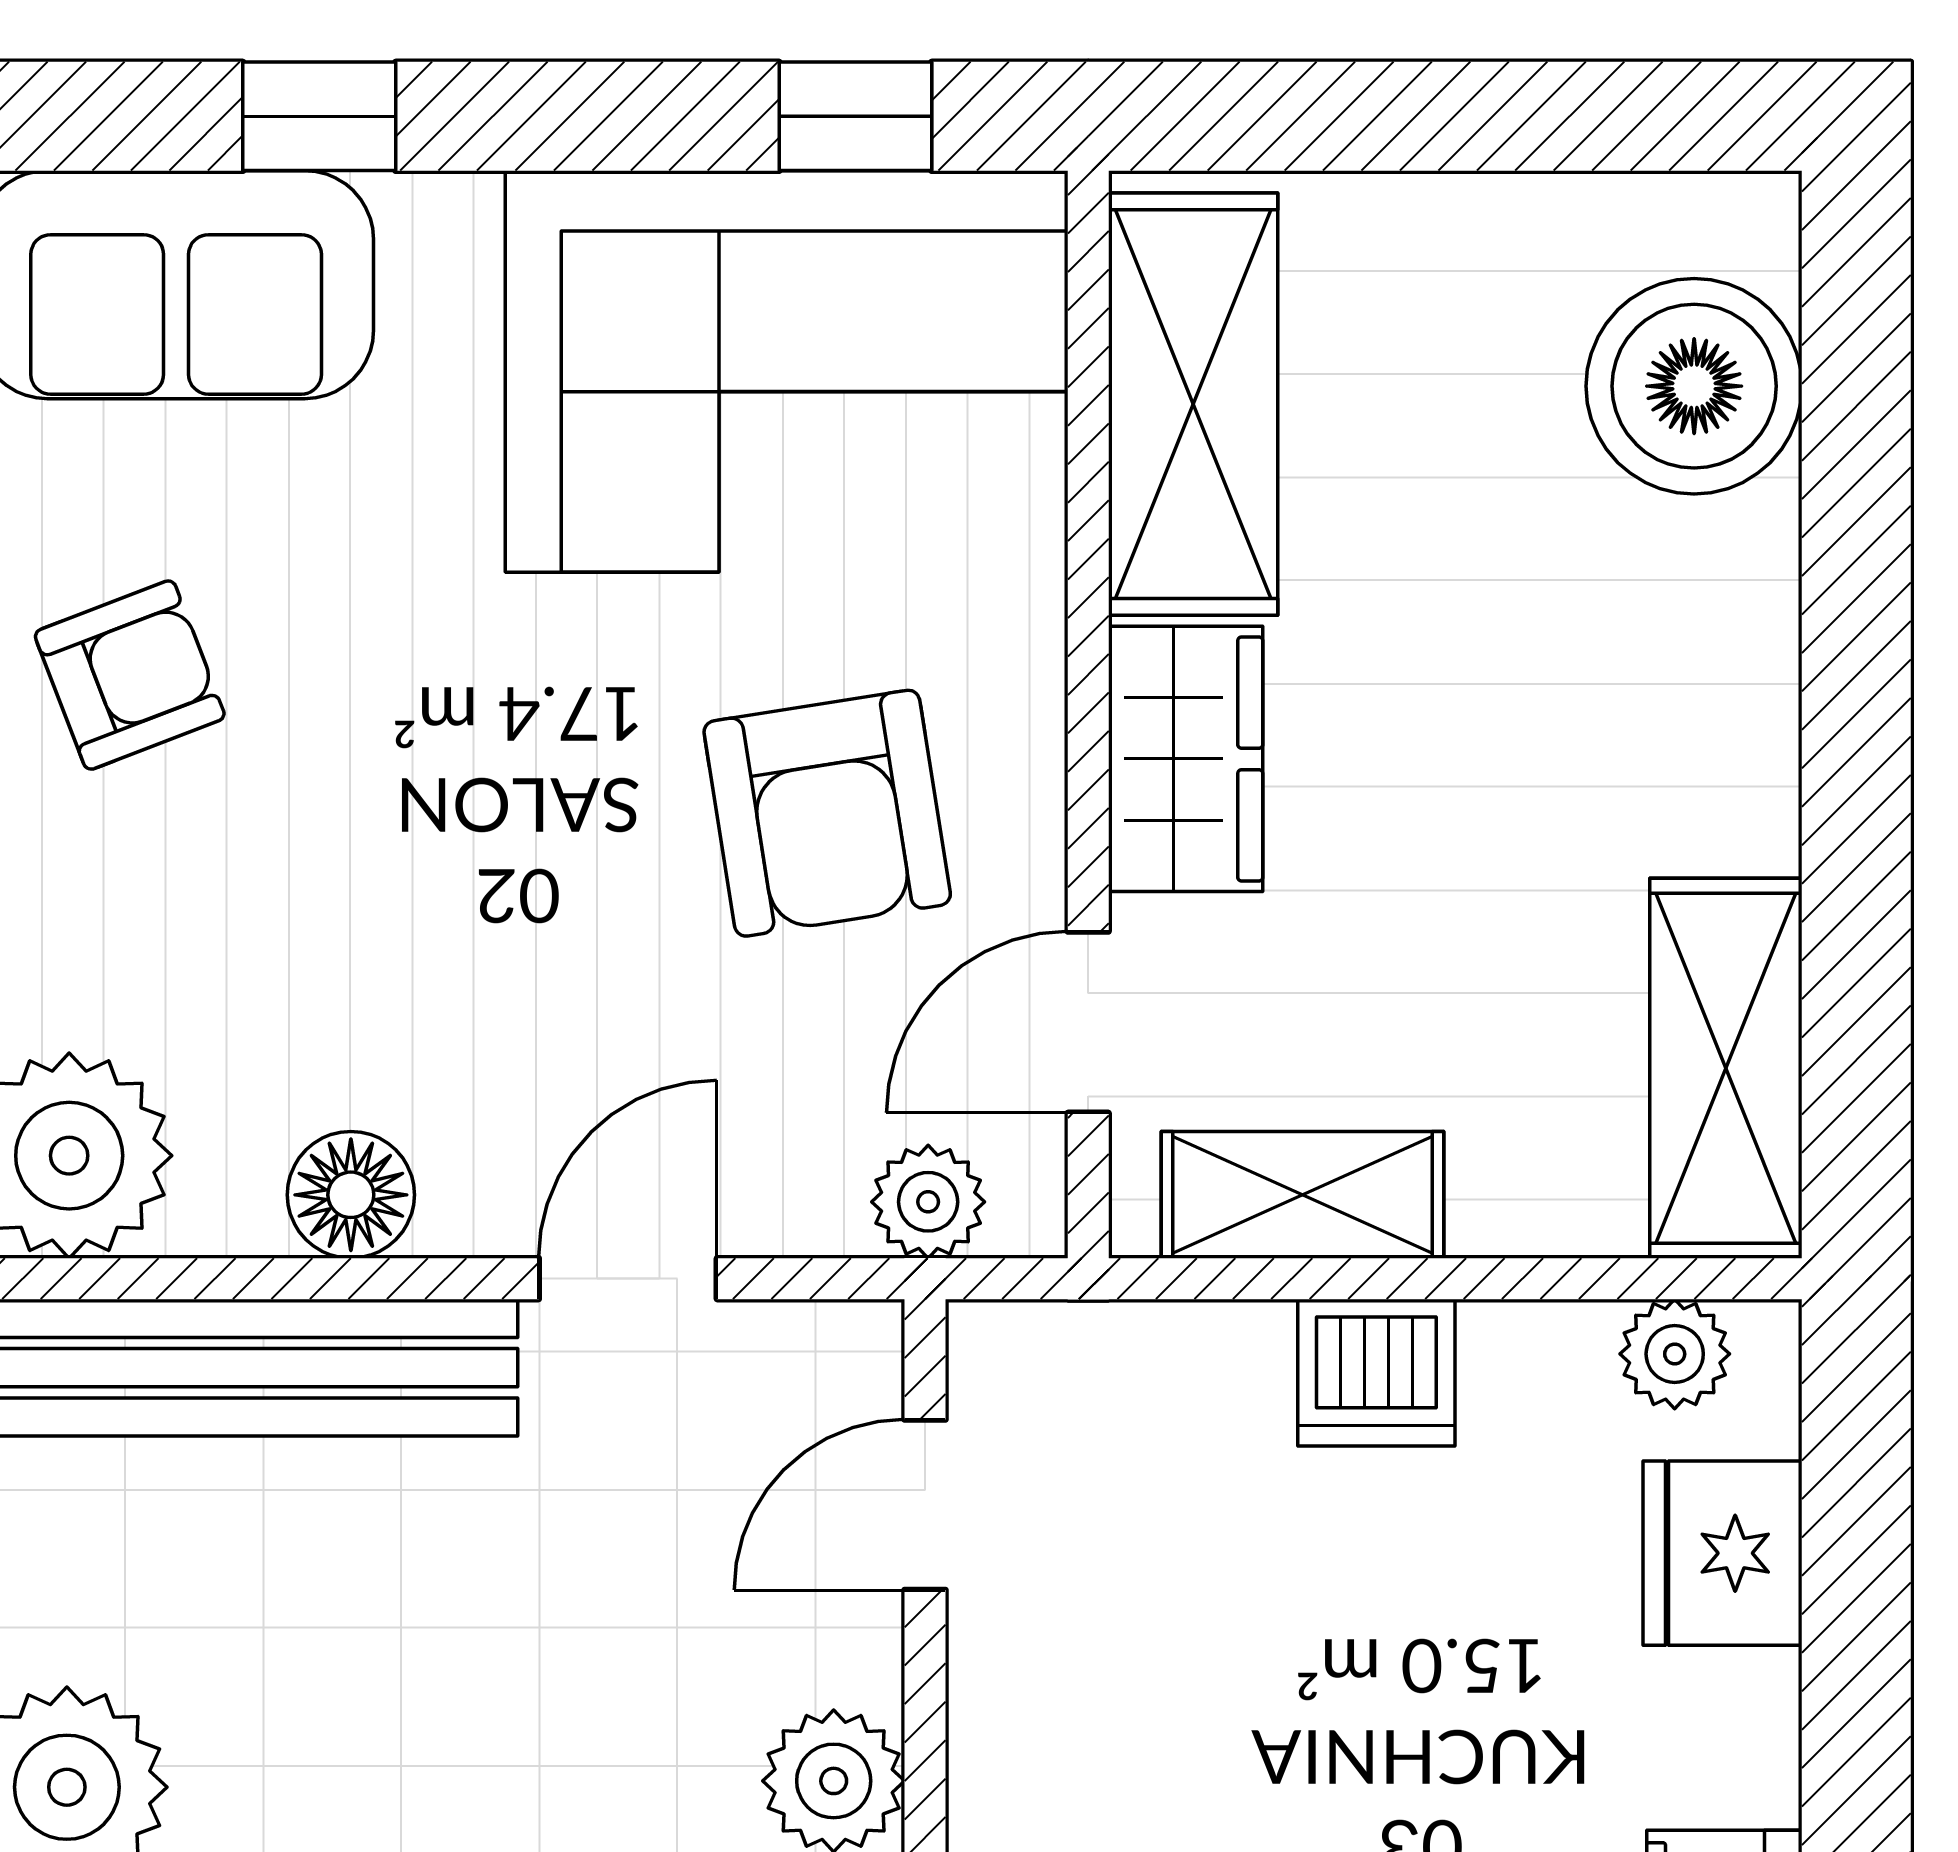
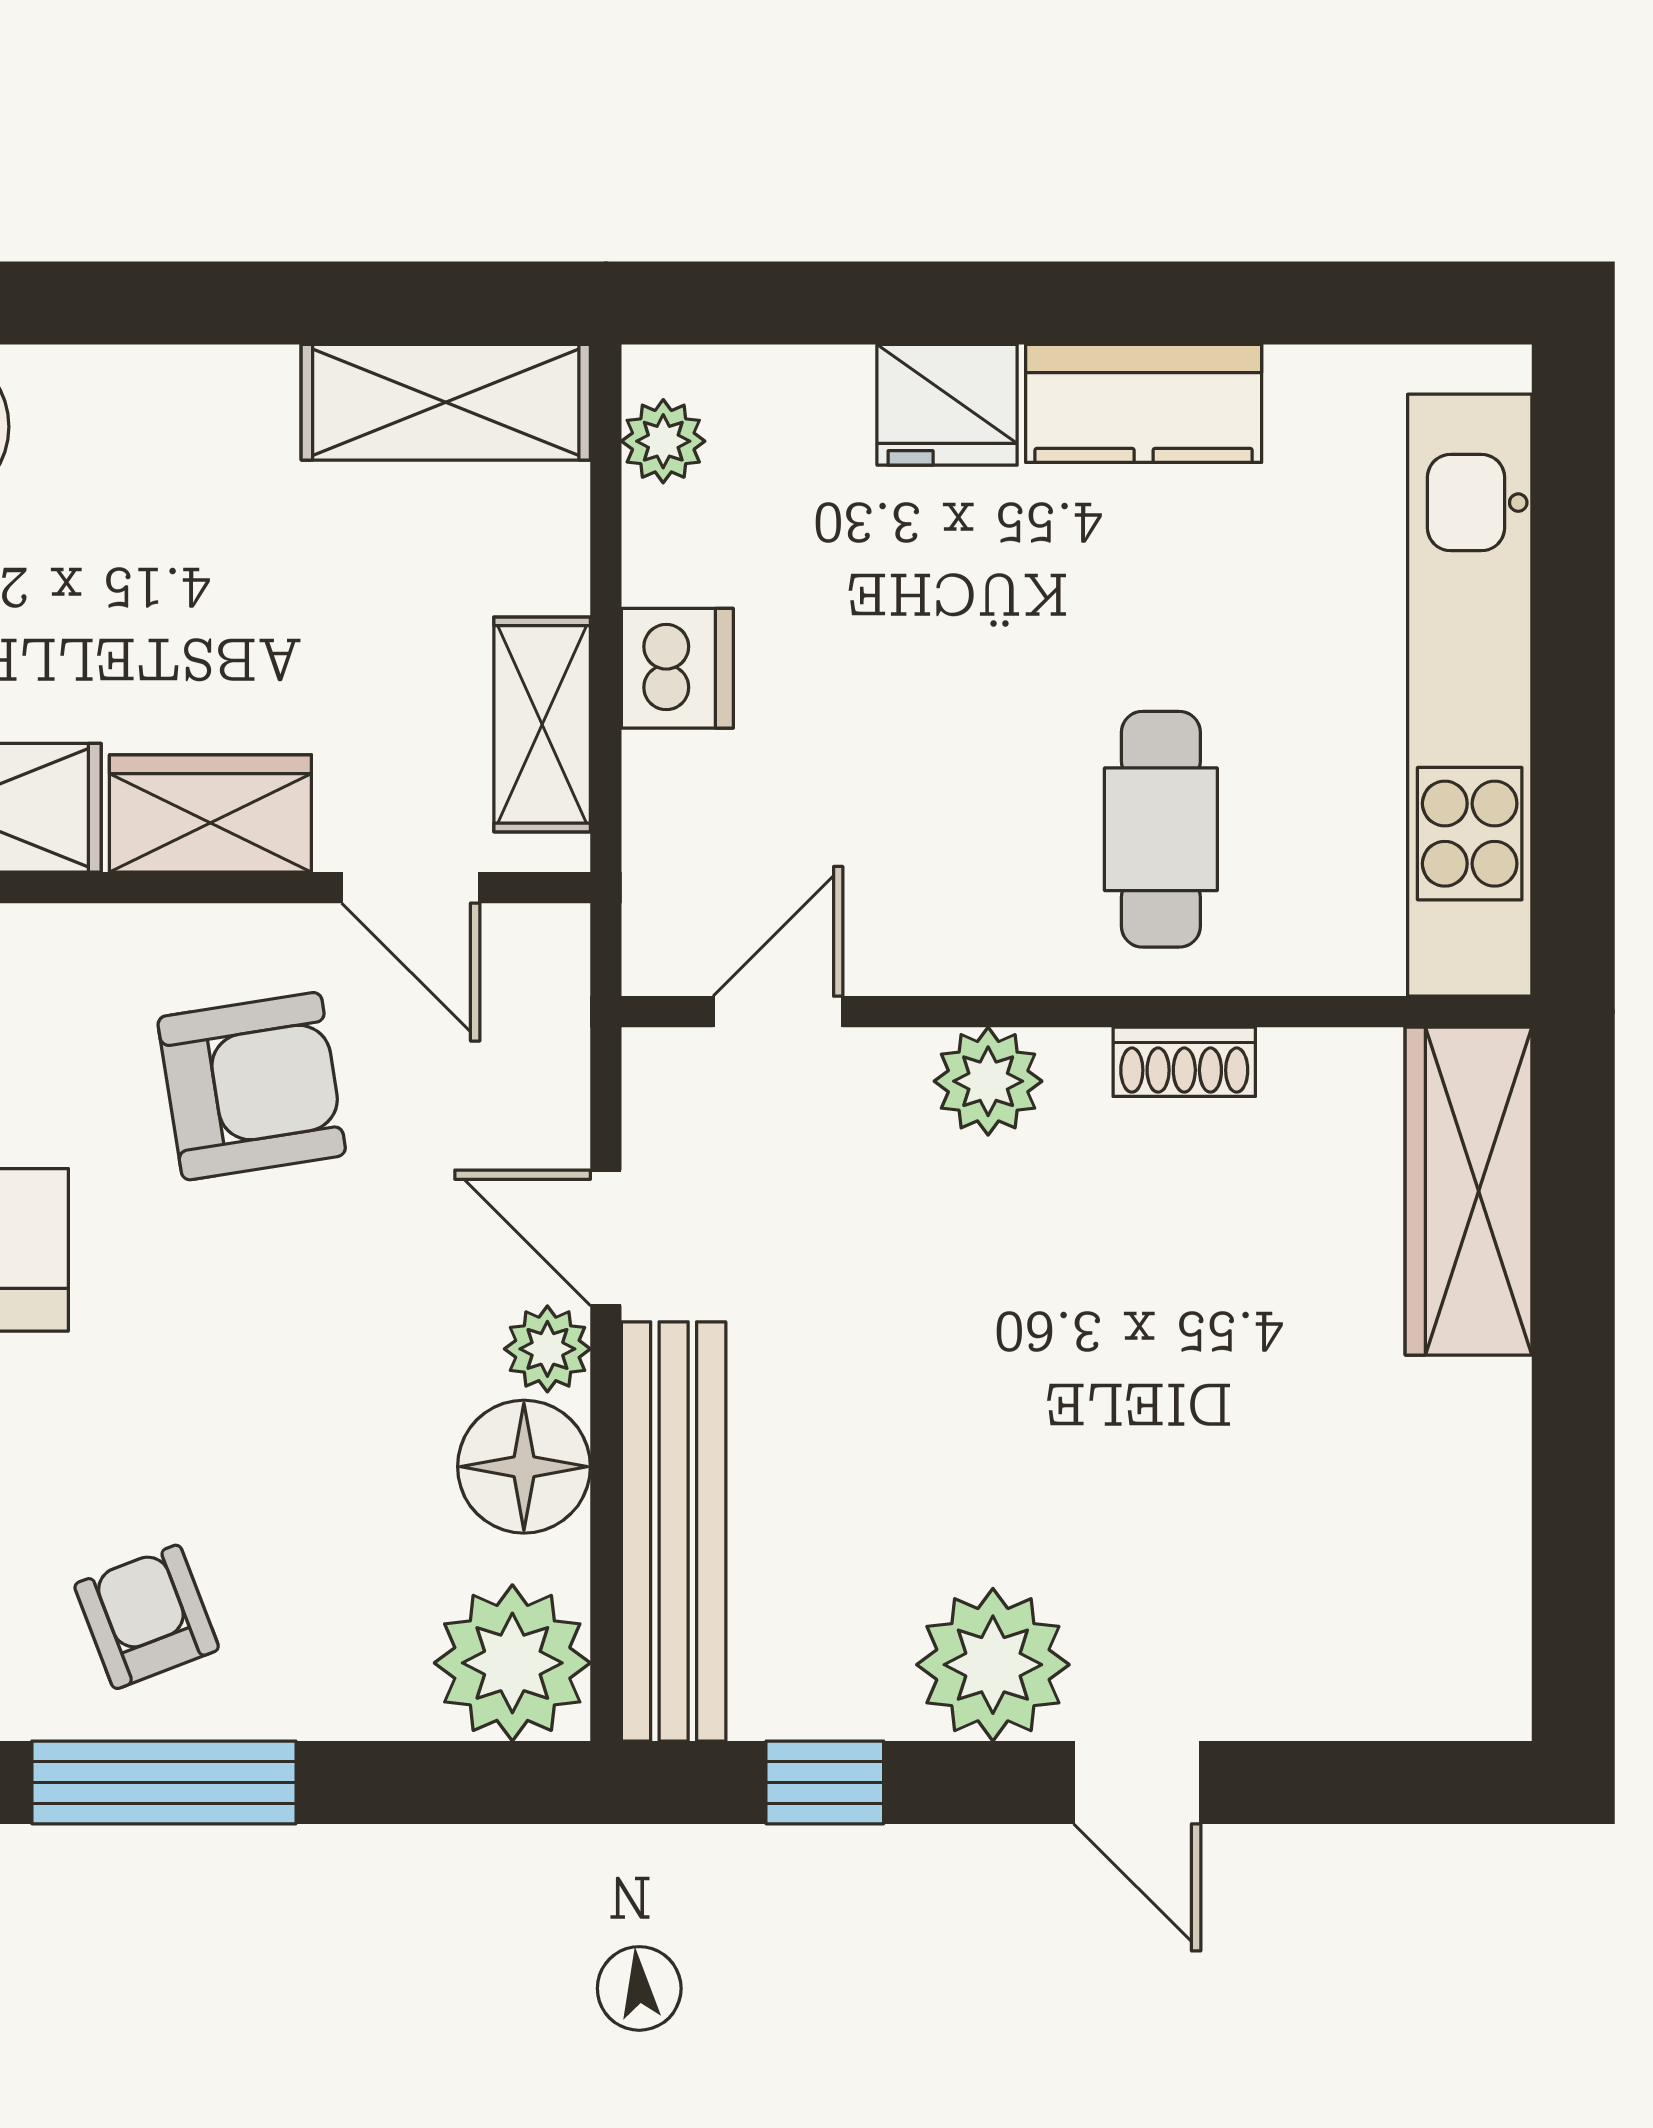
floor lamp: (351, 1195) -> (524, 1467), width x1.38, depth x1.38
plant: (928, 1202) -> (547, 1349), moved
door: (925, 1505) -> (778, 1012), swing flipped
fridge: (1723, 1553) -> (947, 405), moved

